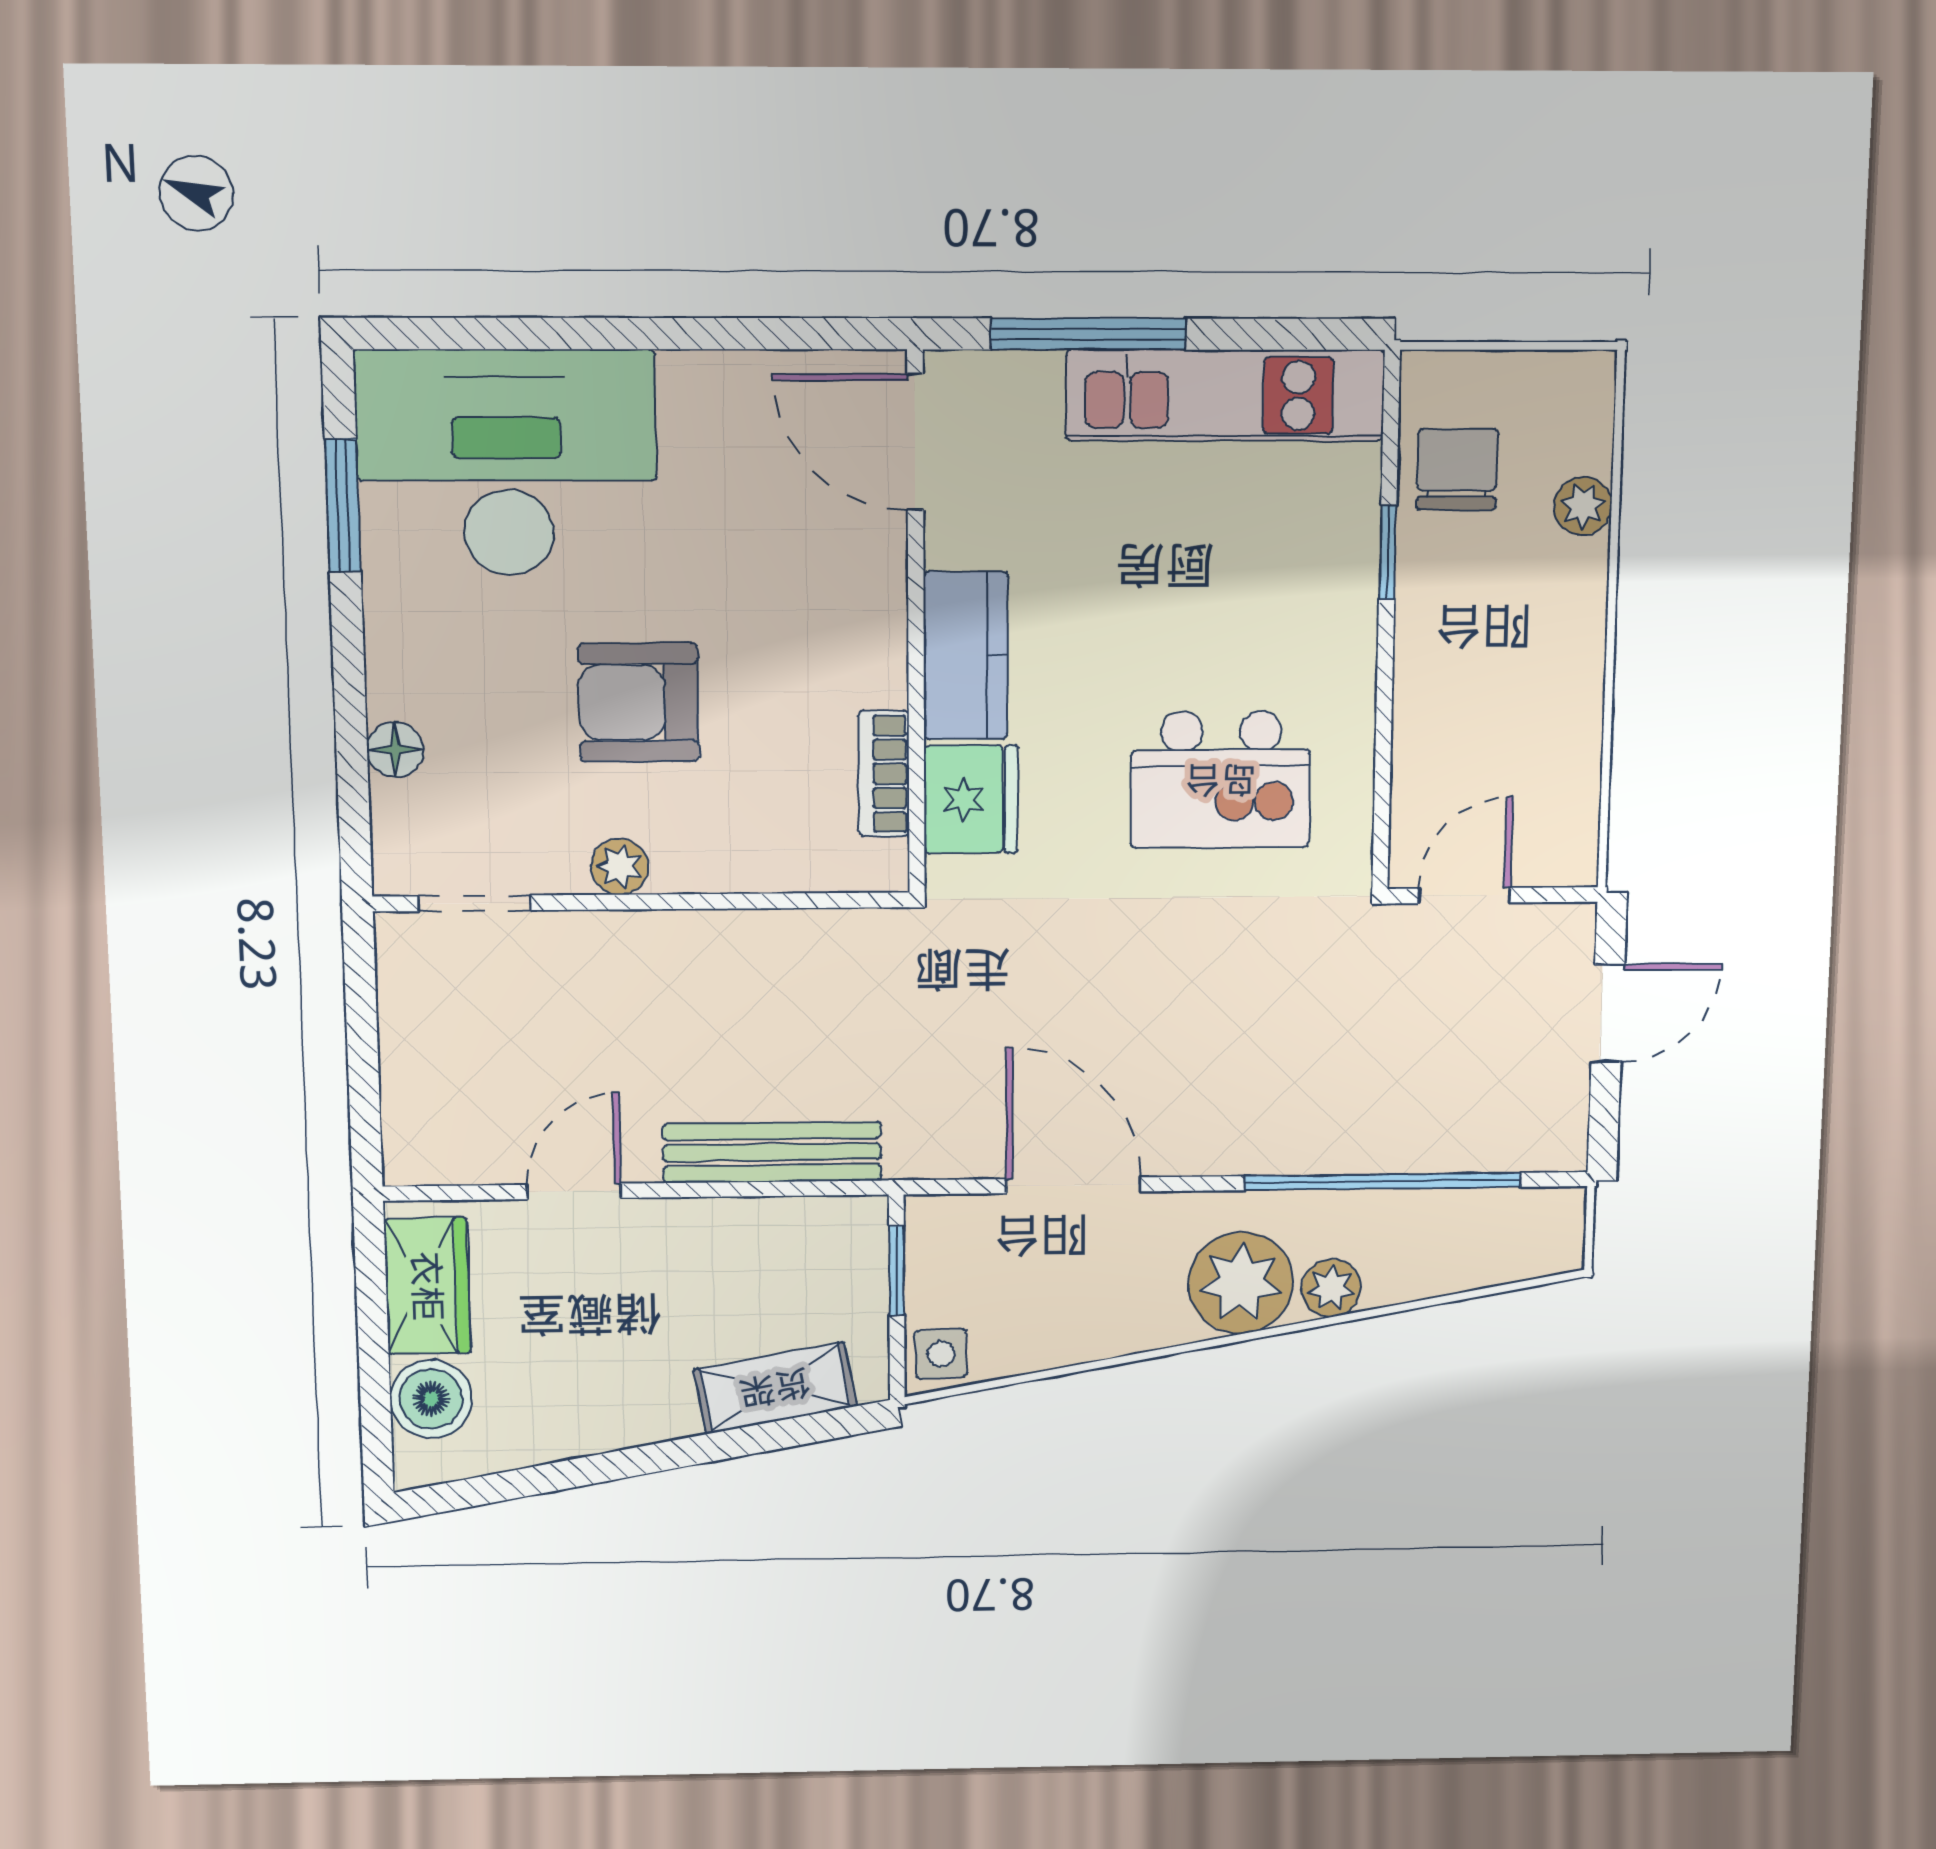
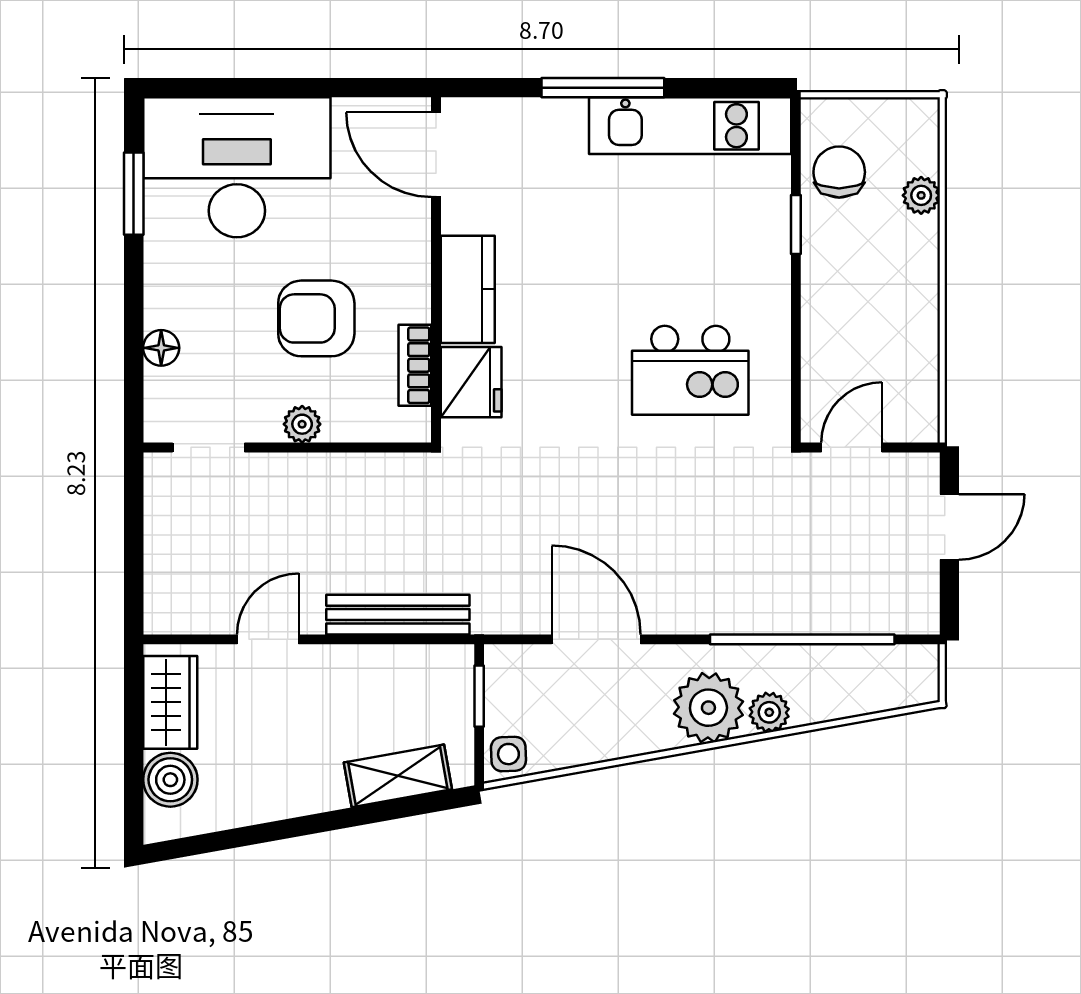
door: (915, 442) -> (436, 155), moved
wall: (916, 625) -> (436, 270), moved
kitchen counter: (966, 655) -> (468, 289), moved
bookcase: (884, 774) -> (415, 365), moved
fridge: (971, 799) -> (471, 382), moved

